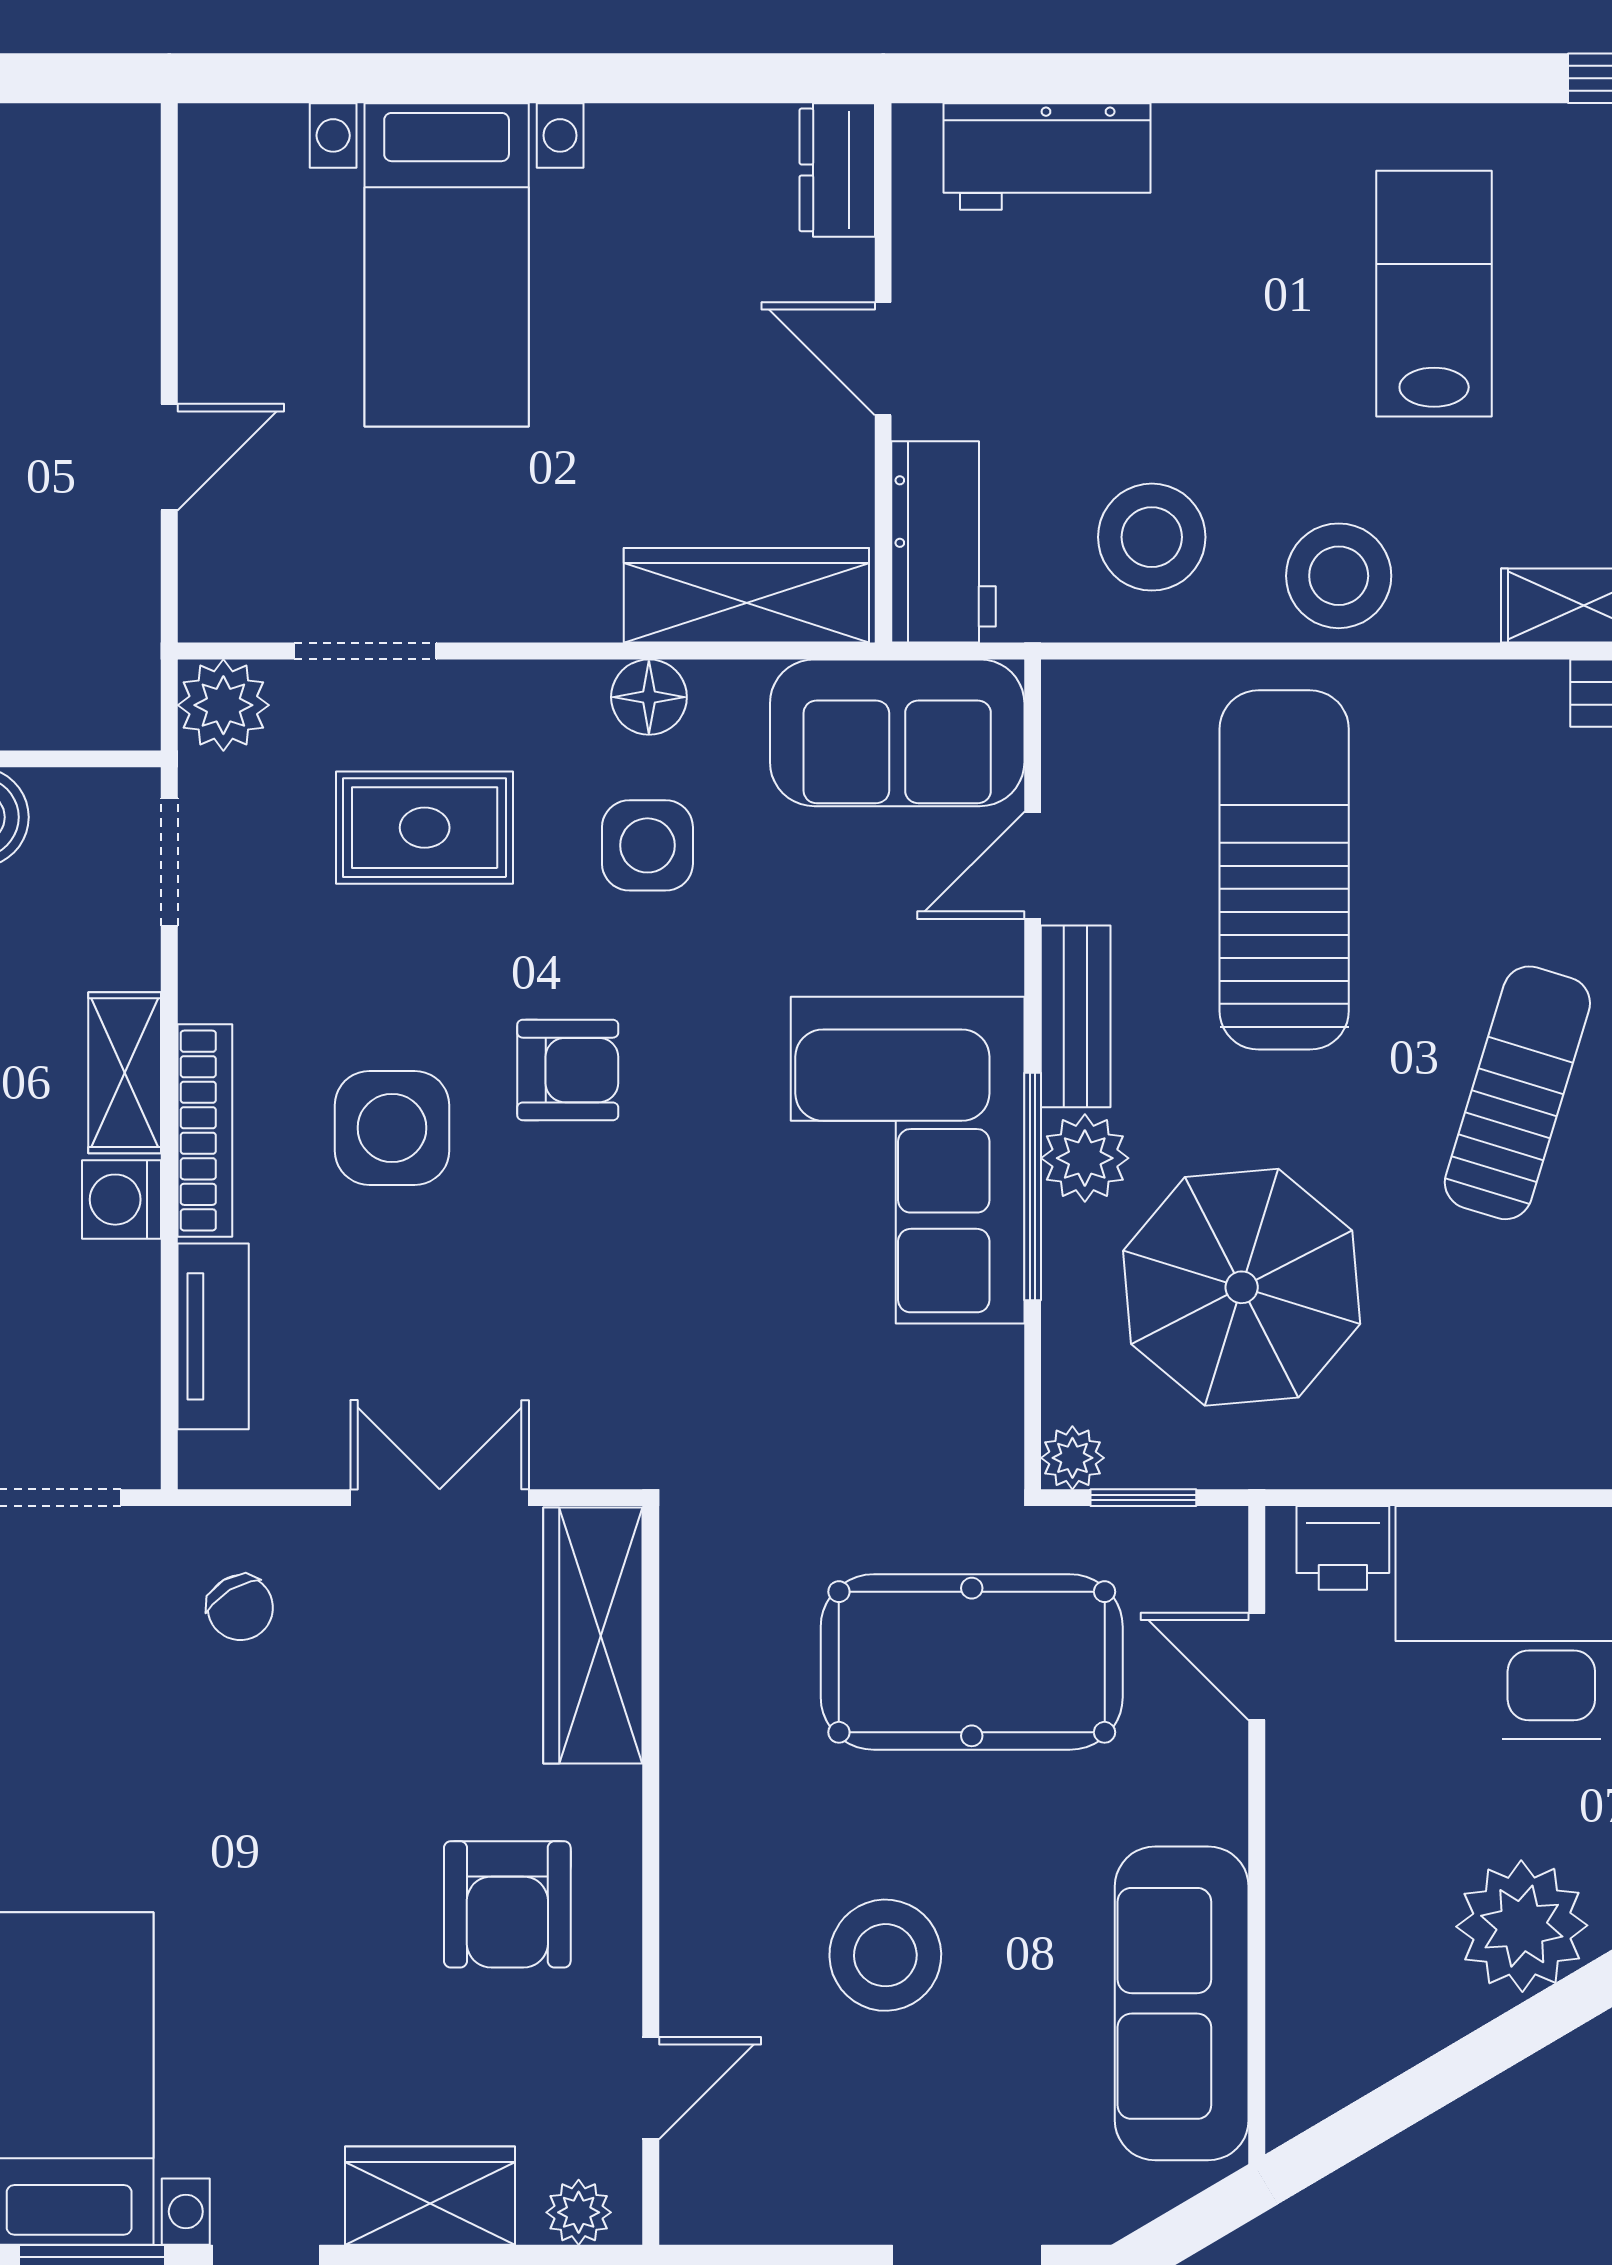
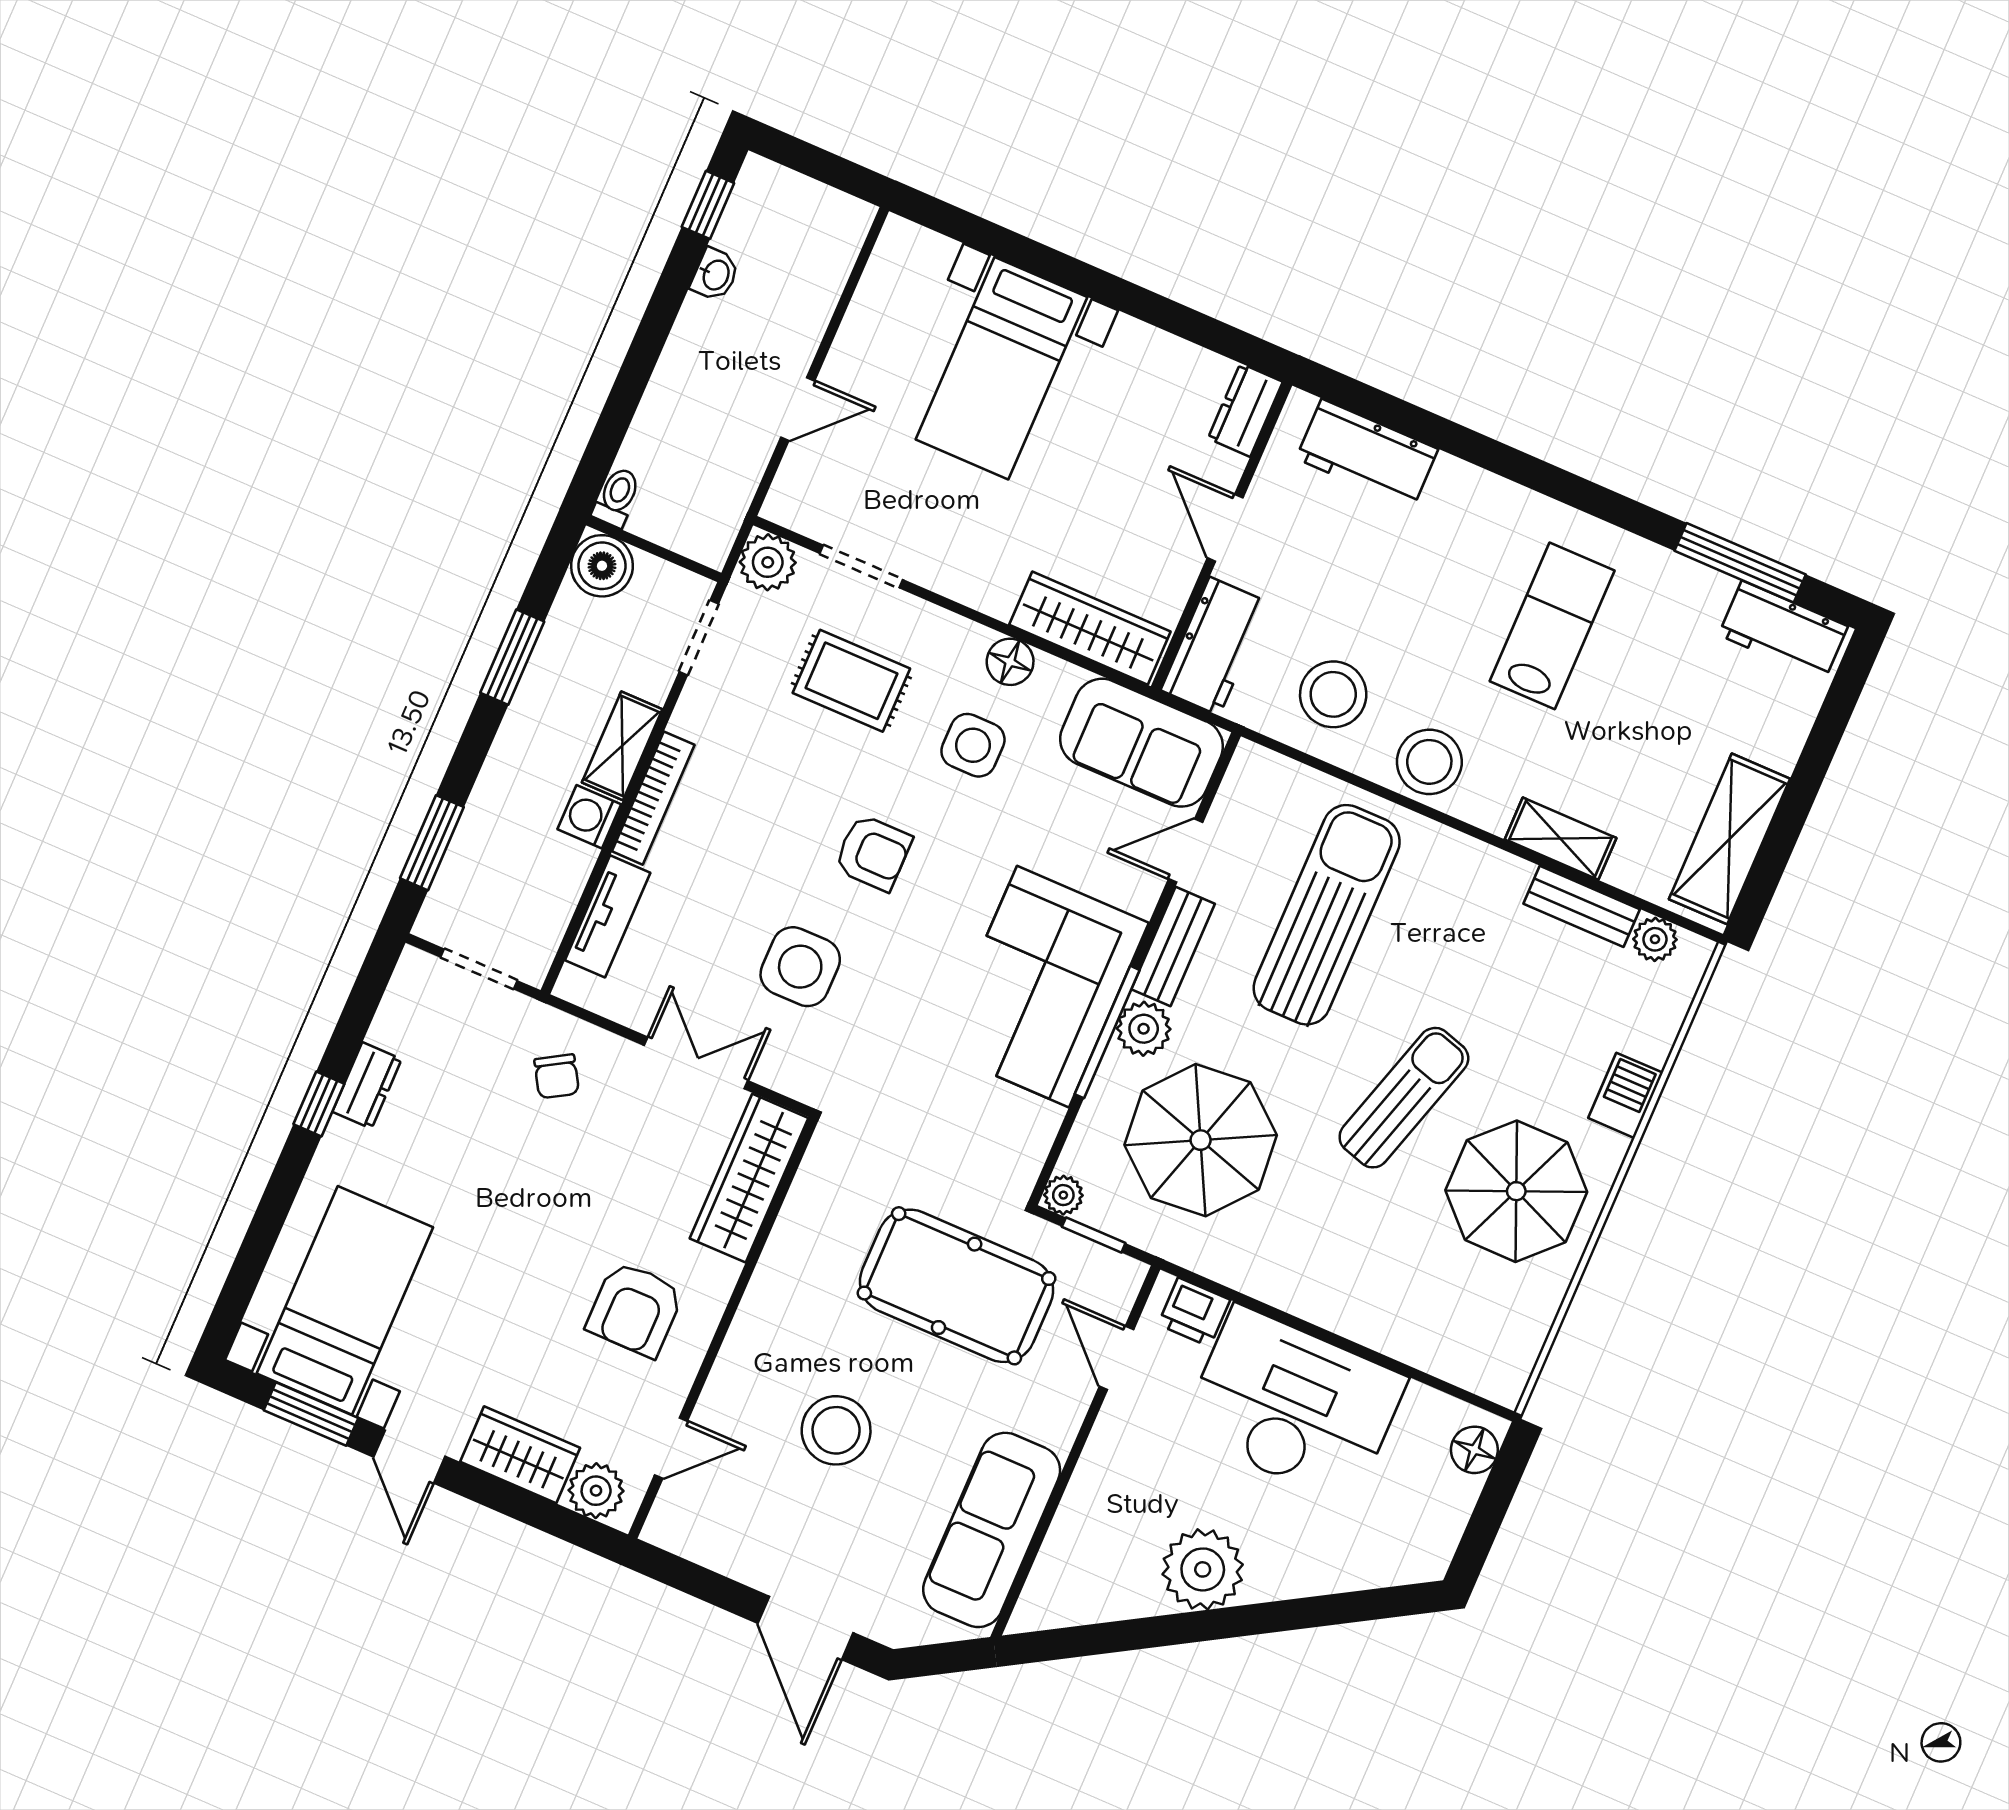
side table: (392, 1128) -> (800, 967), moved
plant: (579, 2212) -> (596, 1491), width x1.38, depth x1.38

